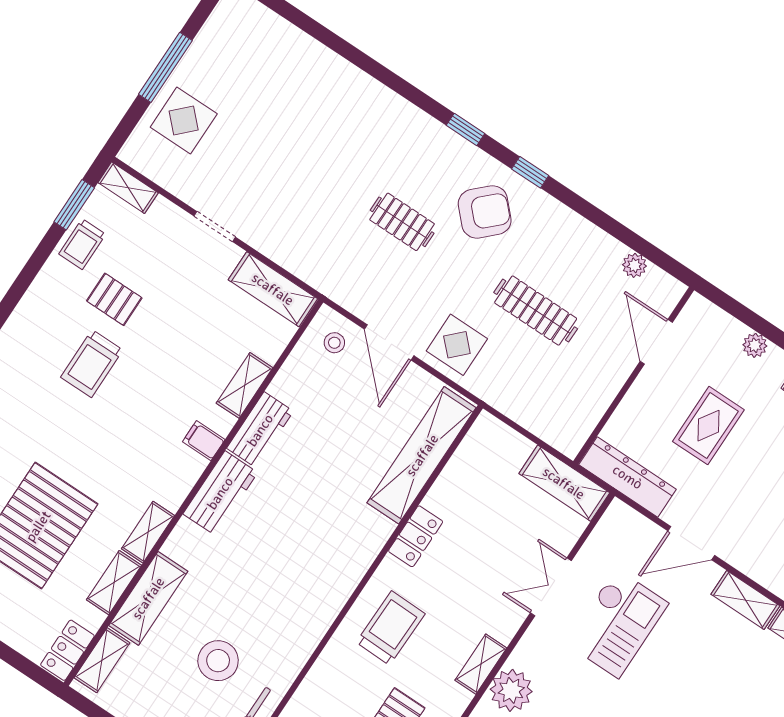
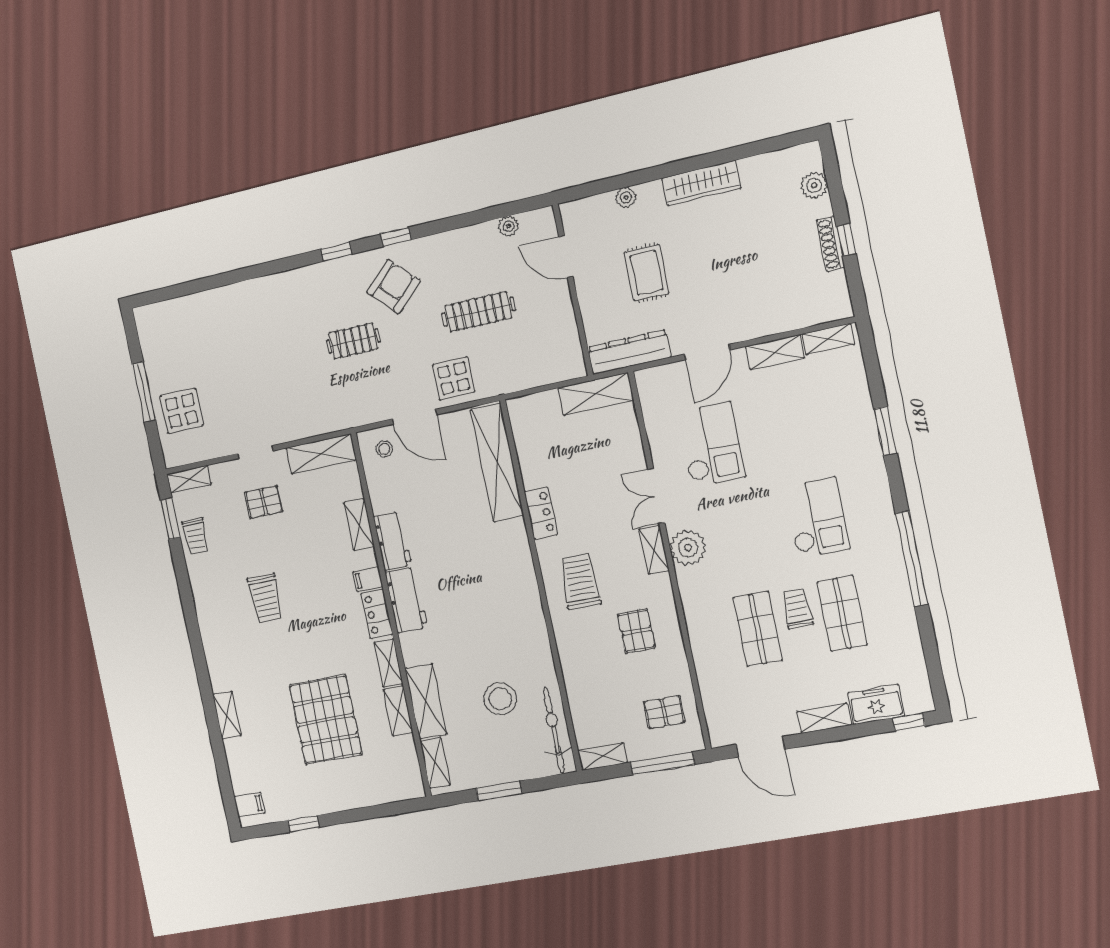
pallet: (114, 299) -> (263, 502), moved
double door: (551, 587) -> (656, 496), moved
locker: (67, 650) -> (377, 614), moved

